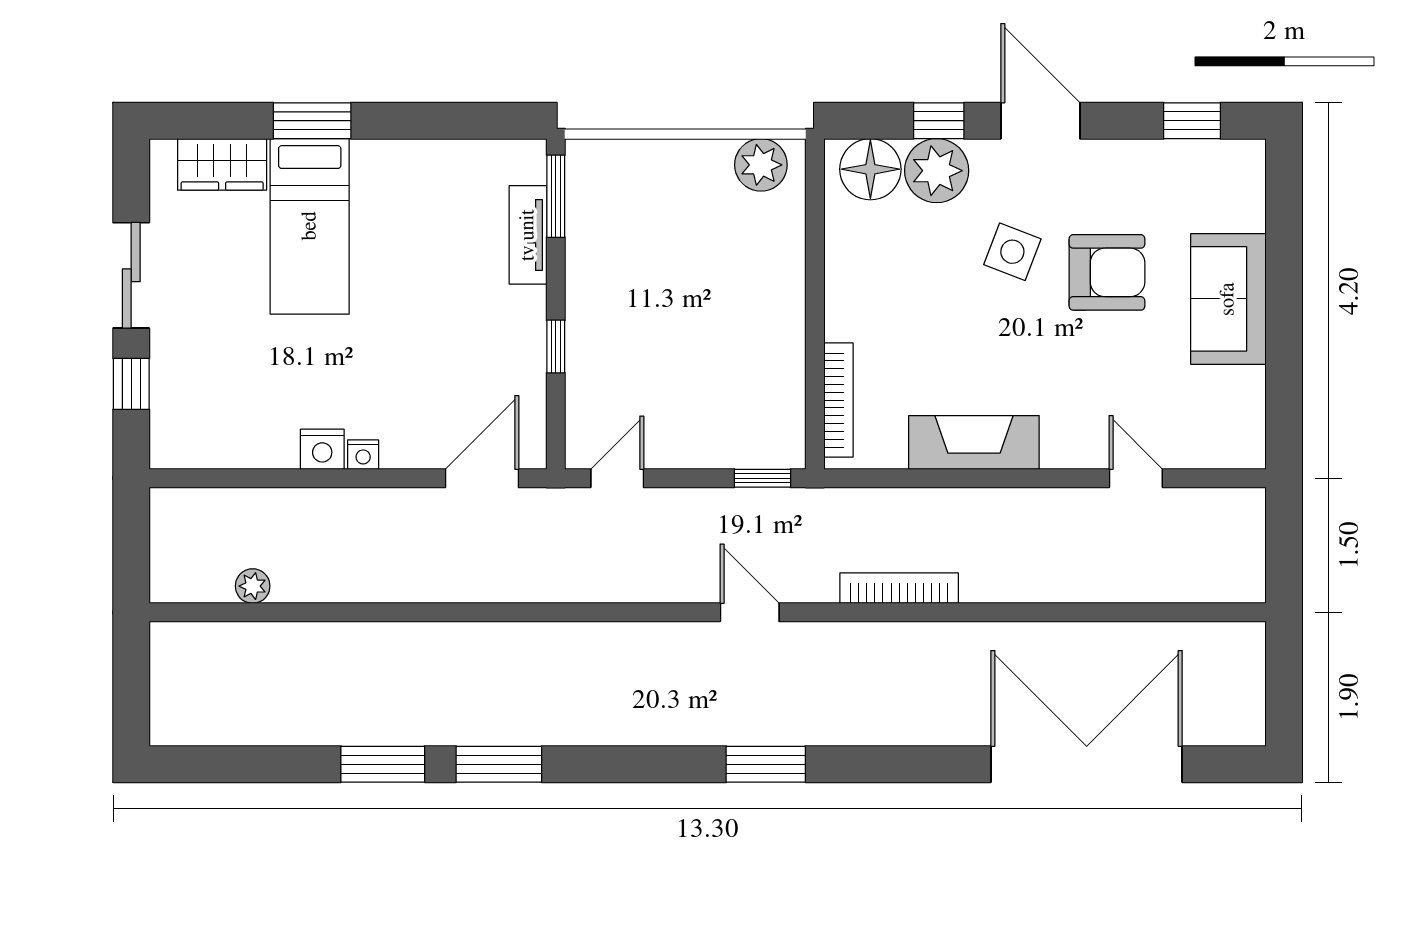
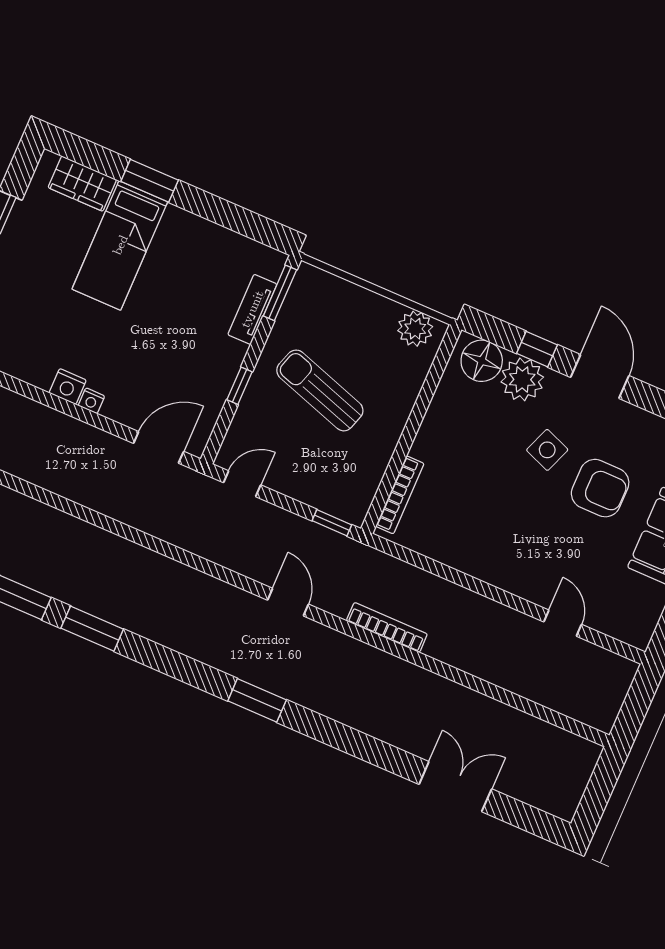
sun lounger: (668, 305) -> (320, 390), added
fireplace: (974, 442) -> (472, 557), removed
double door: (1087, 764) -> (455, 787), width x0.54

